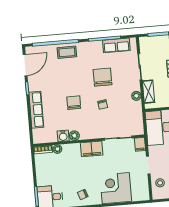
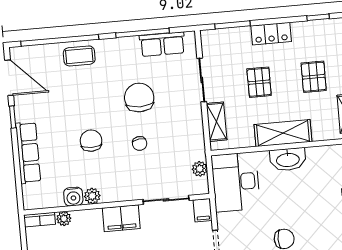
door: (25, 65) -> (9, 78), hinge flipped
plant: (136, 96) -> (200, 169), moved

